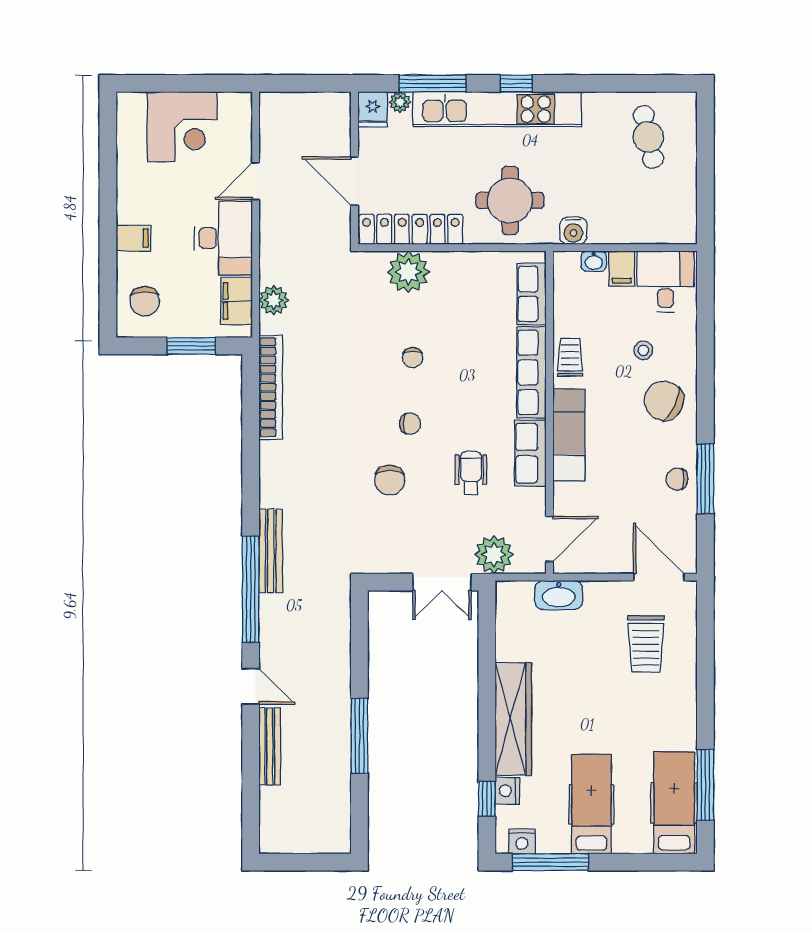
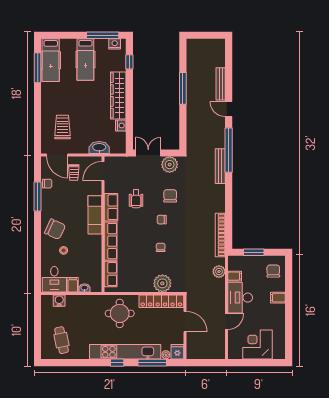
water cooler: (573, 231) -> (59, 301), moved
filing cabinet: (237, 301) -> (235, 276), width x0.50
trolley: (570, 357) -> (74, 172), moved
chair: (677, 479) -> (47, 184), moved
plant: (494, 555) -> (170, 165), moved
nightstand: (507, 791) -> (121, 126), moved

